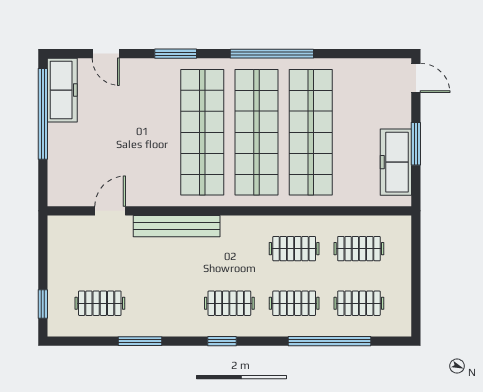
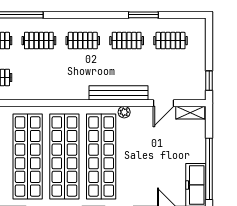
shelving: (71, 197) -> (190, 113), added
plant: (168, 198) -> (124, 112), added
clothes rail: (294, 249) -> (127, 41), moved
window: (43, 304) -> (209, 81), moved
window: (222, 341) -> (88, 15), removed

